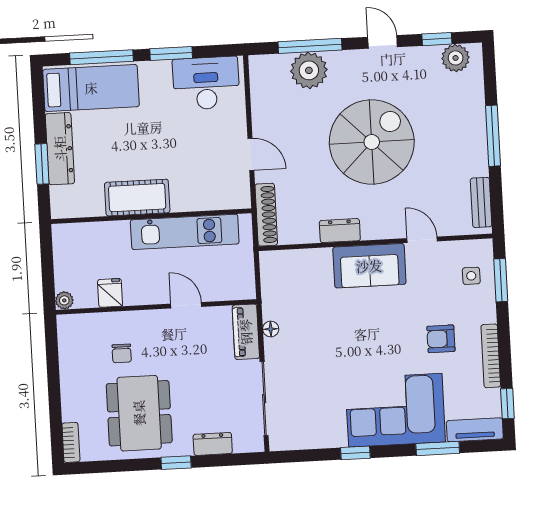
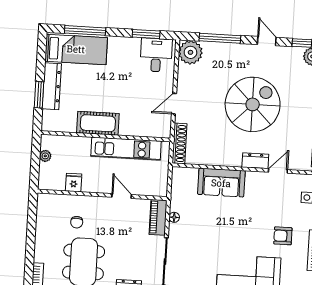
window: (171, 53) -> (146, 34), moved
plant: (309, 70) -> (190, 52), moved
desk: (206, 83) -> (156, 55), width x0.73
door: (251, 154) -> (174, 104), swing flipped
dresser: (340, 231) -> (255, 161), moved
door: (422, 240) -> (278, 171), hinge flipped
sofa: (369, 266) -> (221, 183), moved
plant: (64, 300) -> (45, 156), moved

